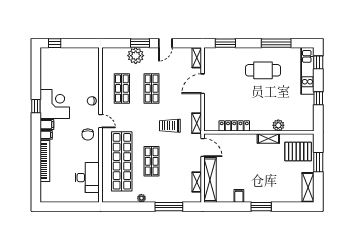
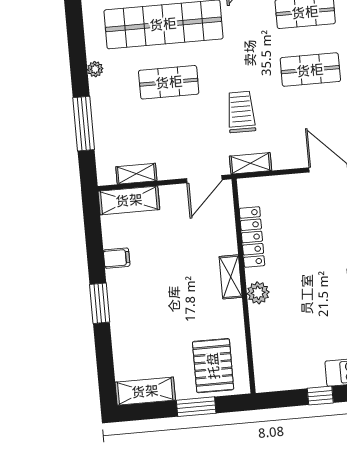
plant: (278, 125) -> (258, 293), moved
shelving: (268, 139) -> (231, 277), moved
shelving: (210, 180) -> (129, 200), width x0.68

